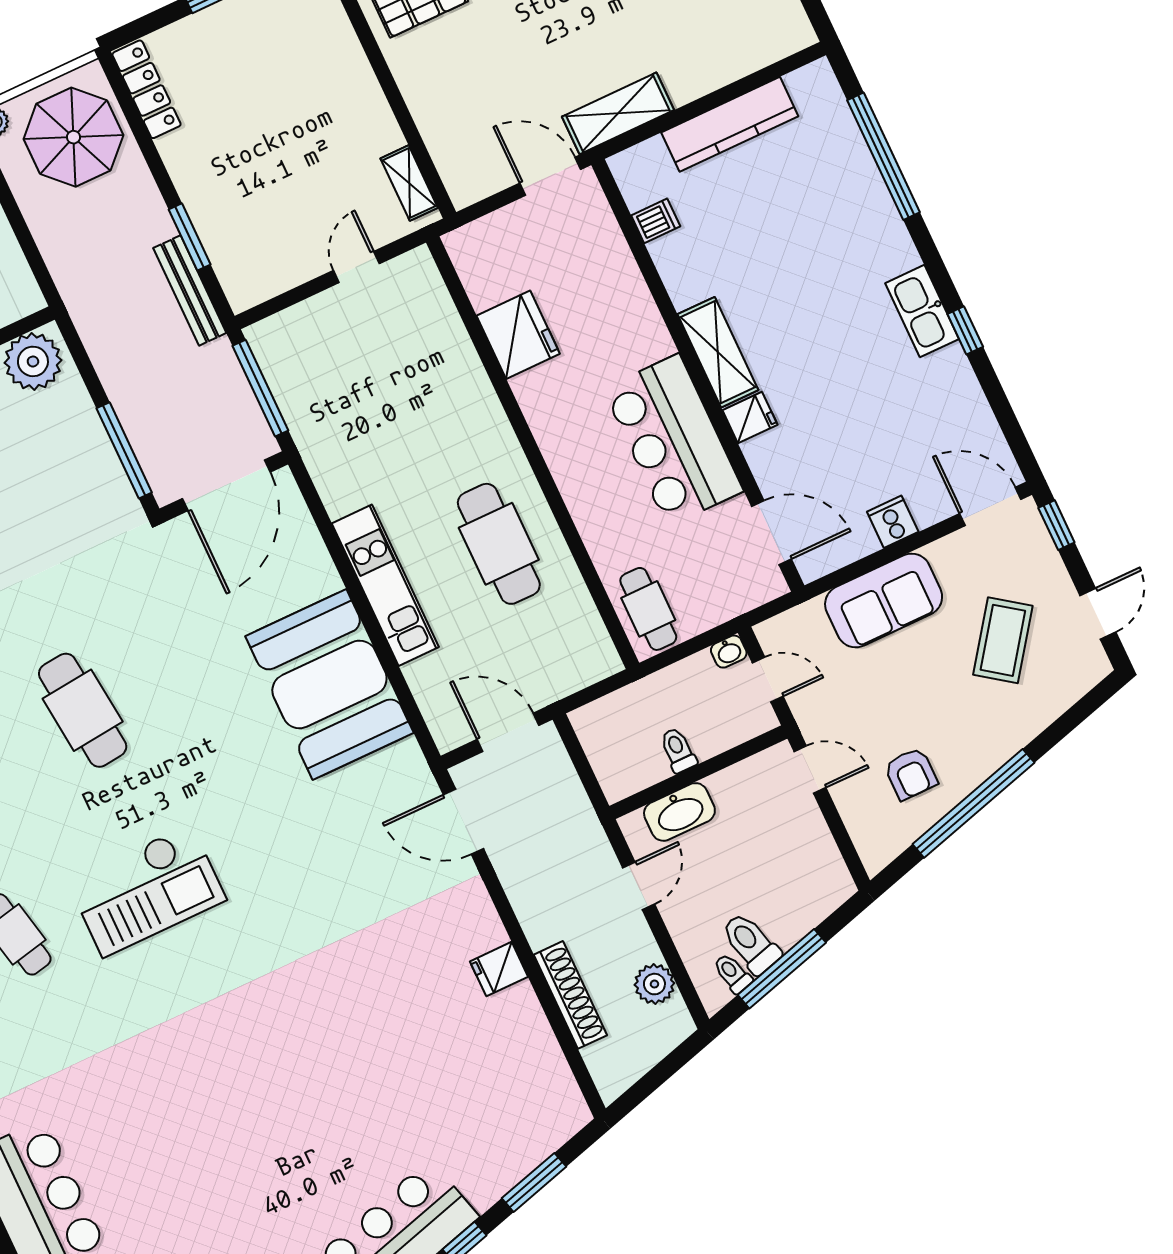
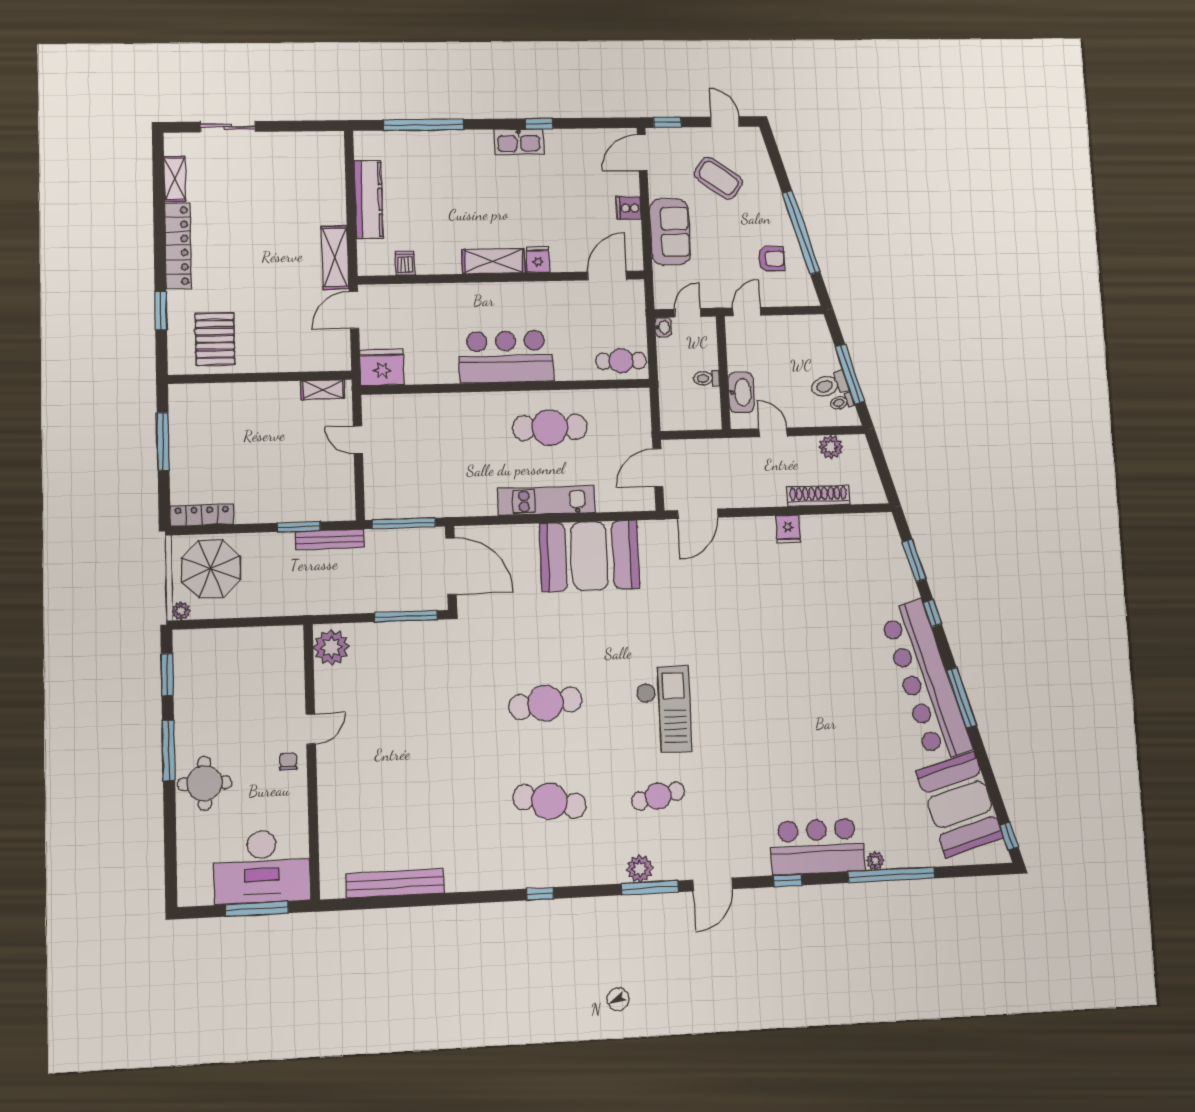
fridge: (518, 335) -> (382, 367), moved
bar counter: (673, 440) -> (506, 357), moved, turned 180

